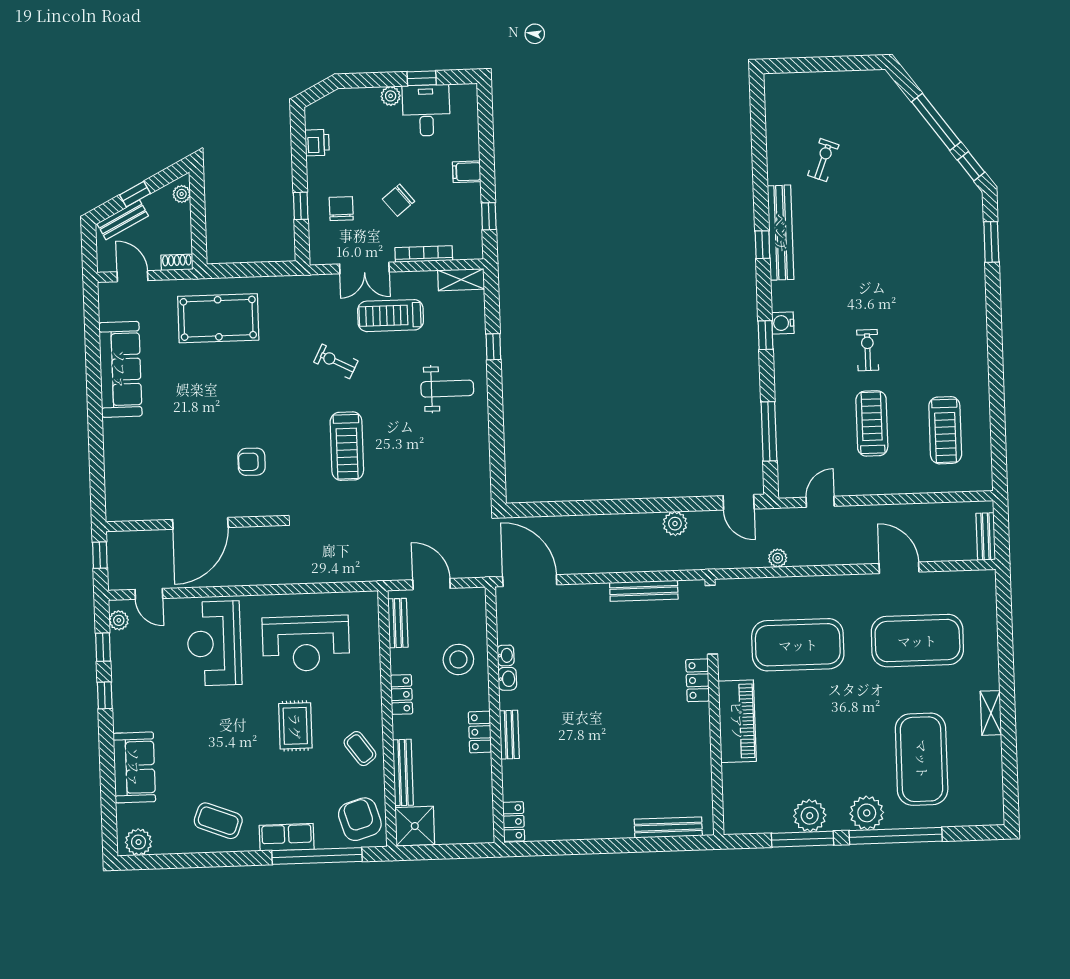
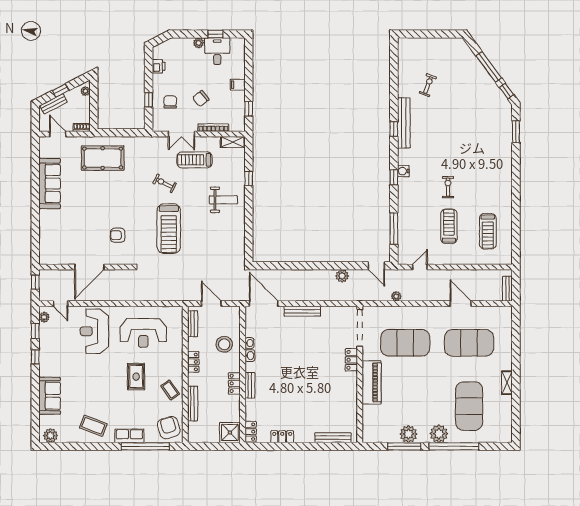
treadmill: (347, 446) -> (169, 229), width x1.37, depth x1.38
bench: (644, 591) -> (302, 311), moved
shower: (415, 826) -> (230, 433), moved
locker: (573, 829) -> (282, 437), added

